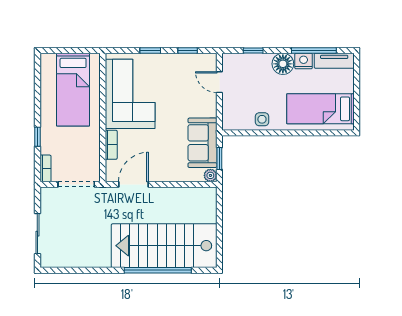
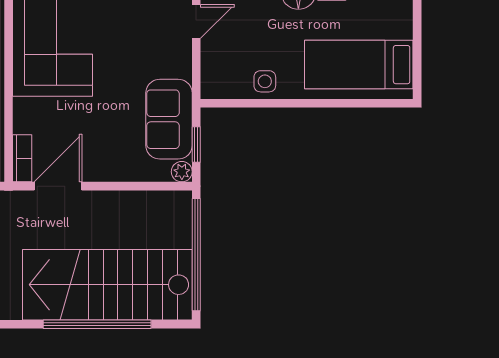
door: (219, 82) -> (196, 21), swing flipped
bookcase: (111, 145) -> (22, 158), moved
window: (219, 227) -> (196, 255), added

